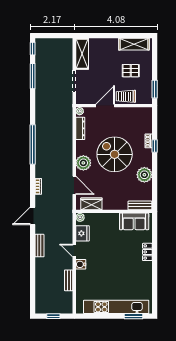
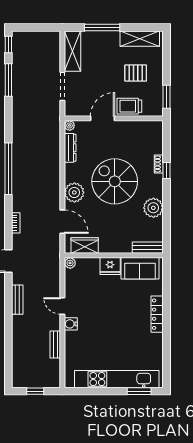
window: (105, 36) -> (102, 28), added
fridge: (82, 233) -> (110, 266), moved, turned 90
locker: (147, 252) -> (157, 314), width x1.53

